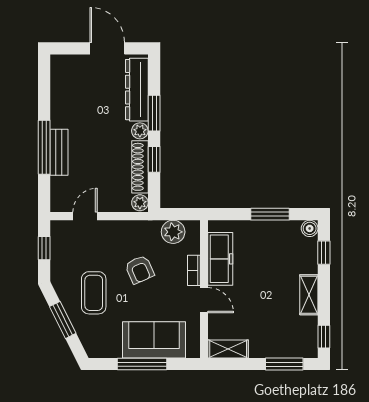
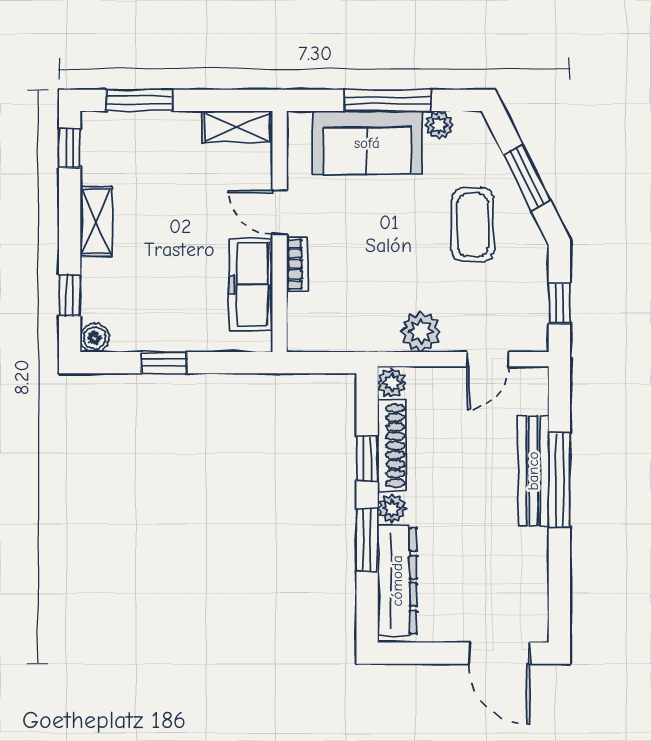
door: (107, 48) -> (499, 653), moved
bench: (59, 152) -> (533, 471), width x1.36
window: (270, 214) -> (164, 363), width x0.67
plant: (173, 232) -> (420, 332), moved
armchair: (140, 270) -> (392, 266), removed
plant: (113, 350) -> (439, 125), added

